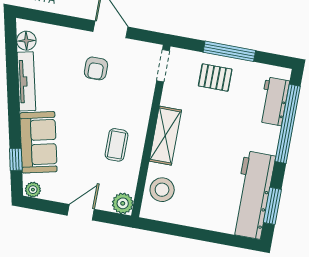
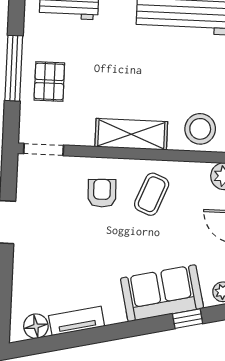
armchair: (96, 68) -> (102, 193), moved, turned -92
tv unit: (26, 81) -> (77, 321), width x0.71
coffee table: (116, 145) -> (152, 194), turned -68

